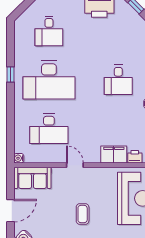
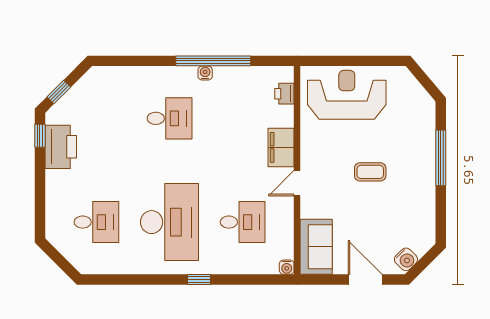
window: (11, 74) -> (199, 280), moved
desk: (49, 129) -> (243, 222), width x0.73
filing cabinet: (114, 154) -> (281, 147), moved

